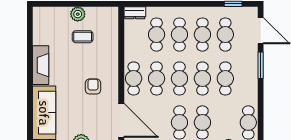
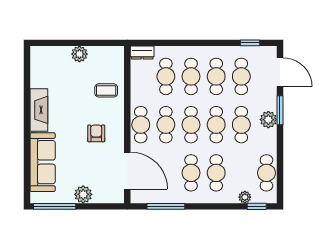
coffee table: (83, 37) -> (106, 90), moved
plant: (250, 74) -> (268, 120), added

